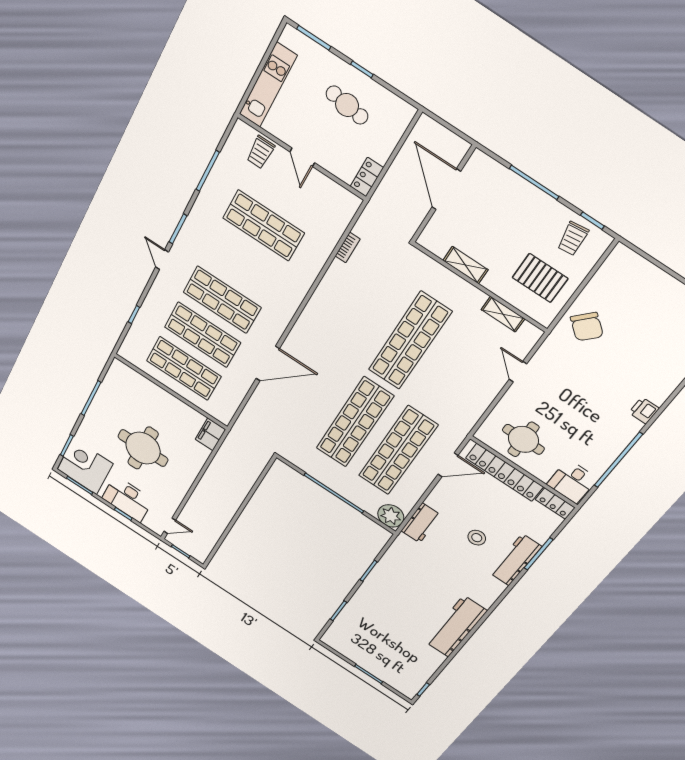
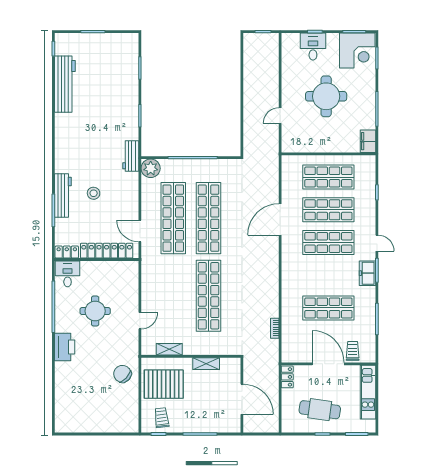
cafe table: (347, 105) -> (320, 410), width x1.37, depth x1.35
door: (302, 157) -> (328, 364), width x1.87
freezer: (191, 233) -> (368, 273), added
pallet: (540, 278) -> (164, 384), width x1.37, depth x1.41
door: (518, 372) -> (140, 321), hinge flipped
printer: (644, 411) -> (65, 347), width x1.87, depth x1.48
filing cabinet: (210, 434) -> (368, 141), moved, turned 180
round table: (523, 439) -> (95, 311), moved
door: (448, 465) -> (140, 231), hinge flipped
desk: (127, 499) -> (313, 46), width x0.73
workbench: (421, 523) -> (131, 156), moved
door: (170, 526) -> (280, 116), moved
workbench: (456, 626) -> (65, 84), moved

